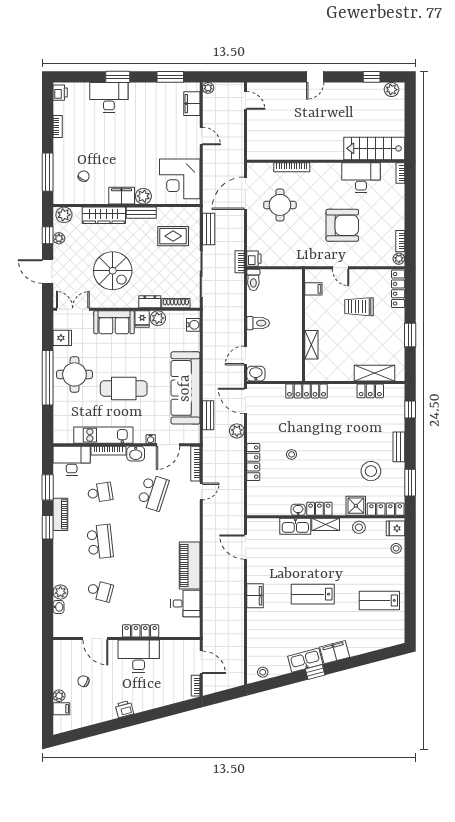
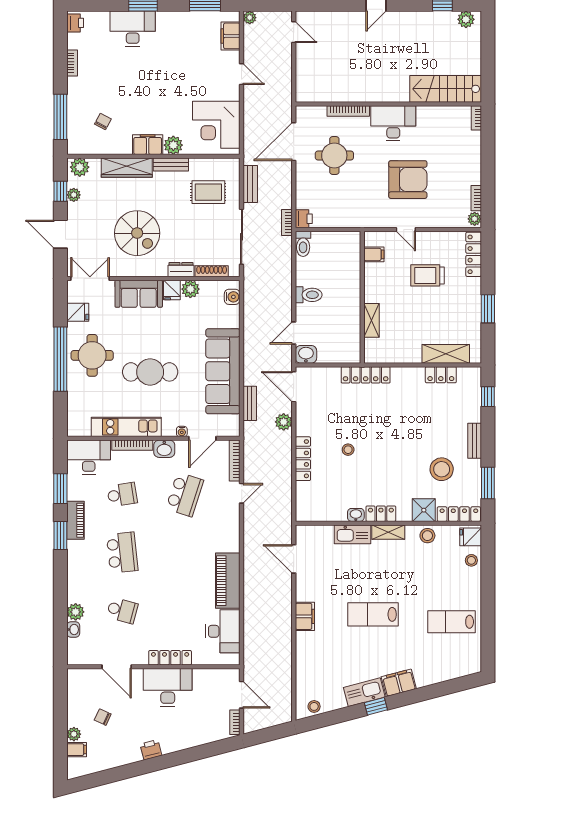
desk: (361, 178) -> (393, 123), moved
desk: (185, 603) -> (223, 631), width x1.37

